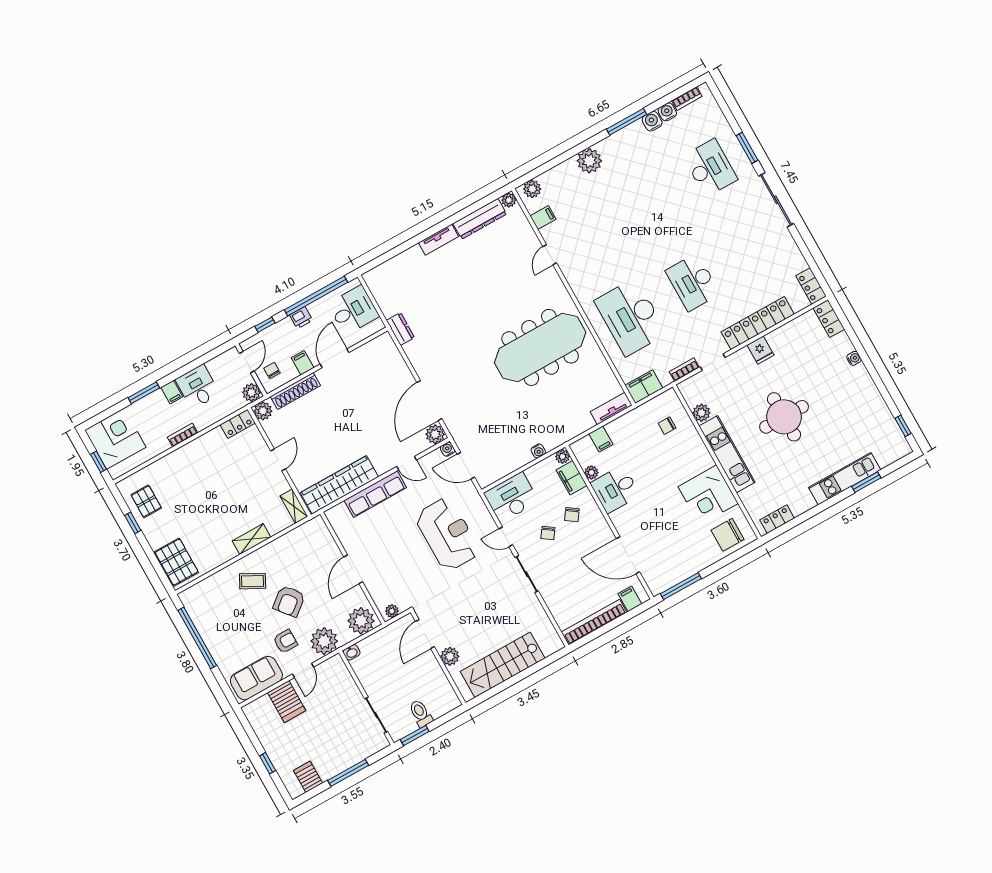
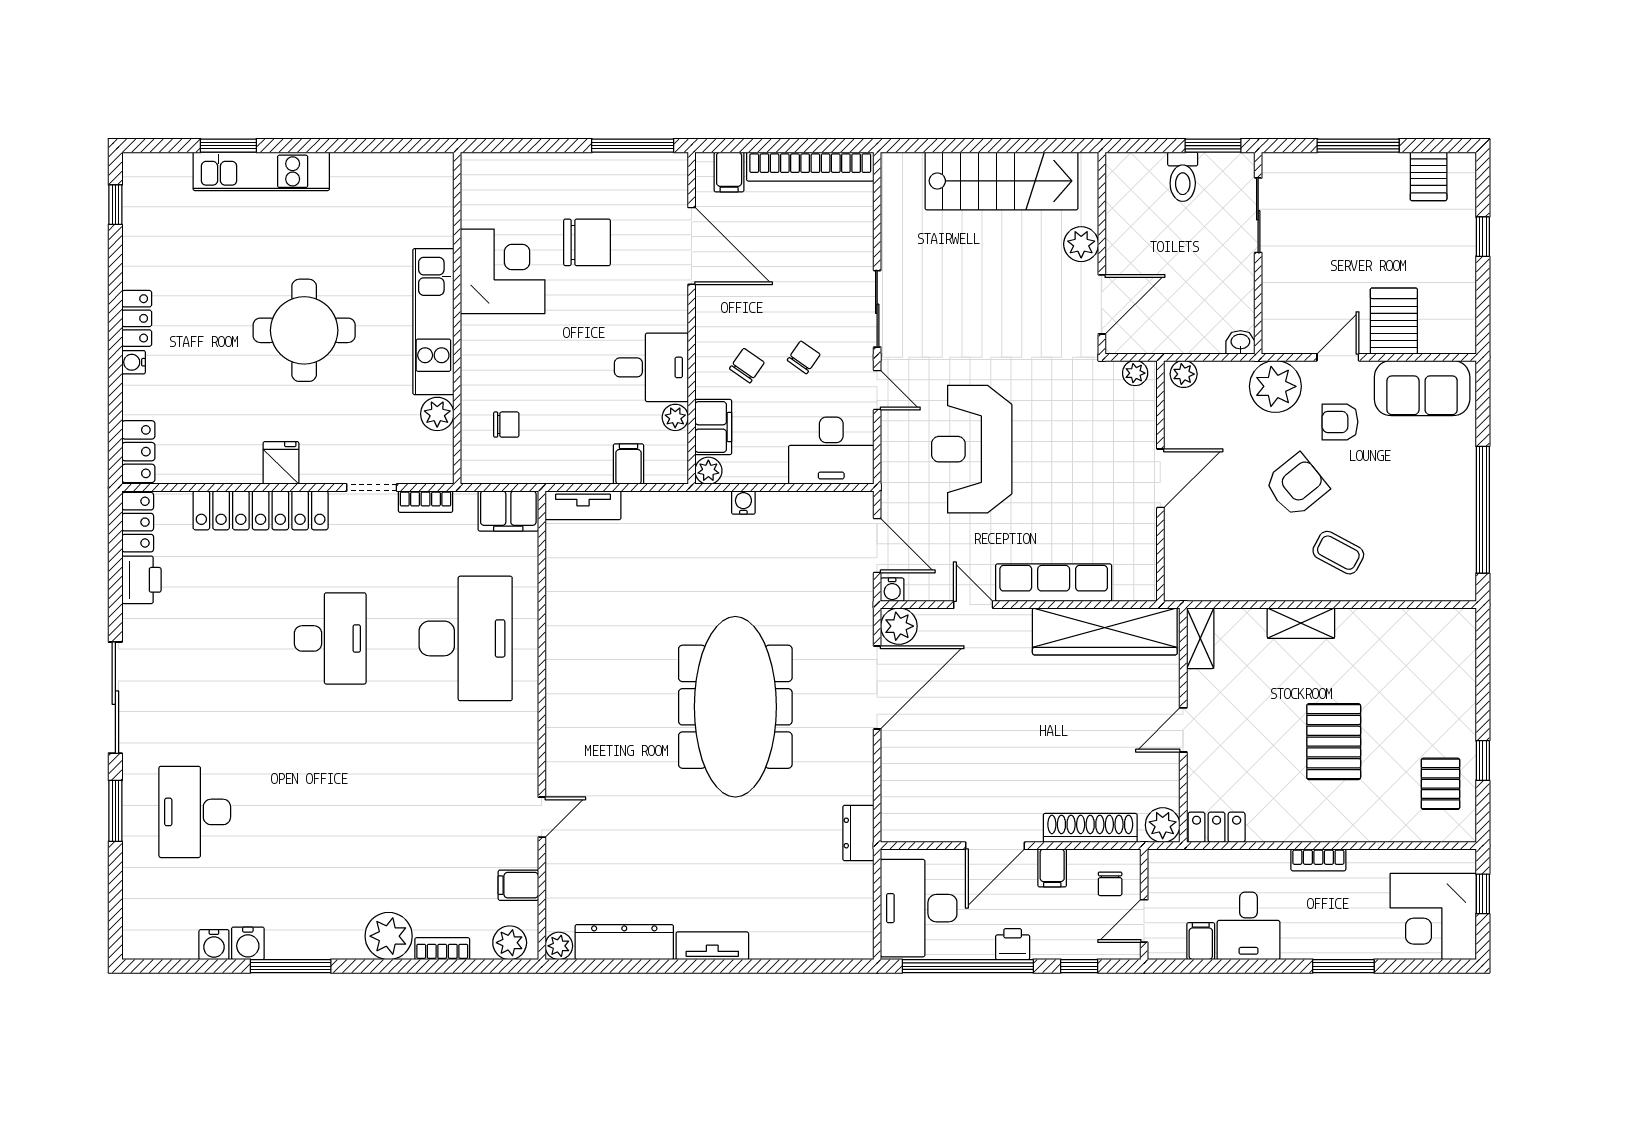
bookcase: (687, 99) -> (442, 949), moved
printer: (794, 261) -> (141, 580), added
desk: (353, 310) -> (919, 908), width x1.37
meeting table: (540, 347) -> (735, 707), moved, turned 90
filing cabinet: (172, 392) -> (1201, 941), moved
plant: (251, 393) -> (1165, 866), removed
locker: (777, 519) -> (137, 318), moved, turned -90
chair: (727, 535) -> (587, 242), moved
pallet: (177, 562) -> (1334, 742), moved
plant: (361, 621) -> (1184, 374), width x0.53, depth x0.53

